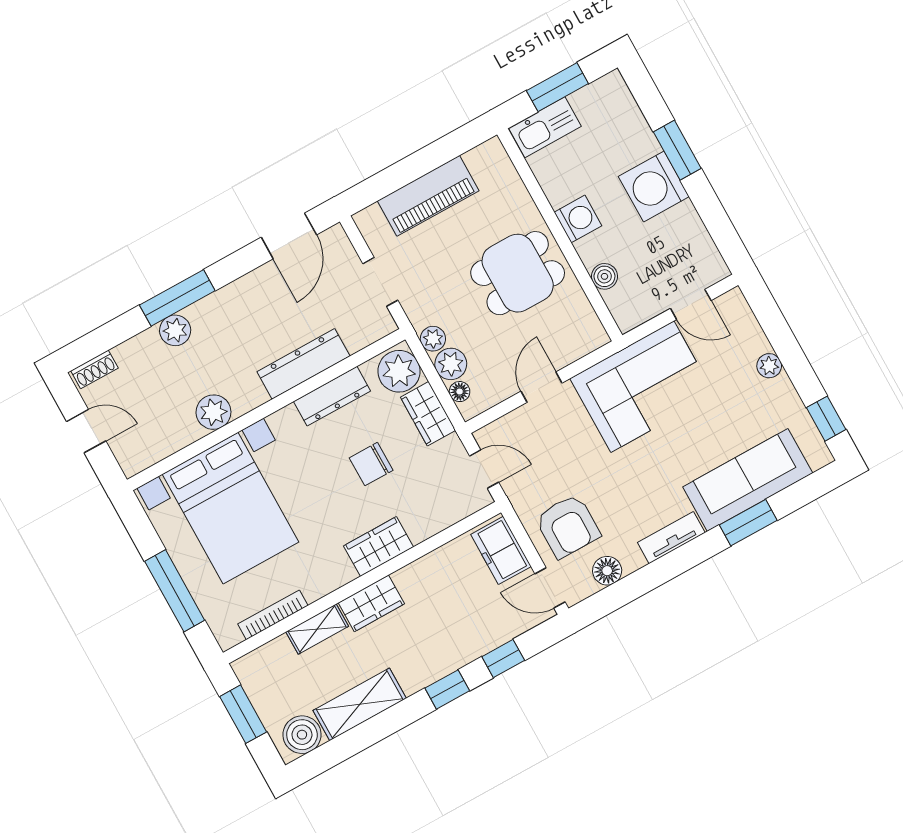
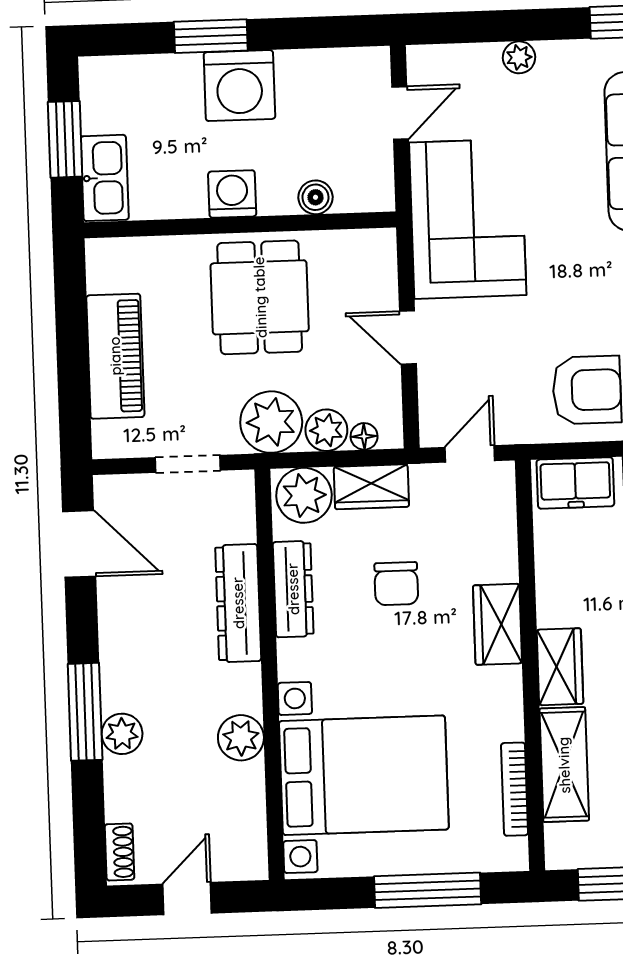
plant: (433, 339) -> (271, 422), width x1.88, depth x1.88
shelving: (317, 629) -> (564, 765), width x1.50, depth x1.33

